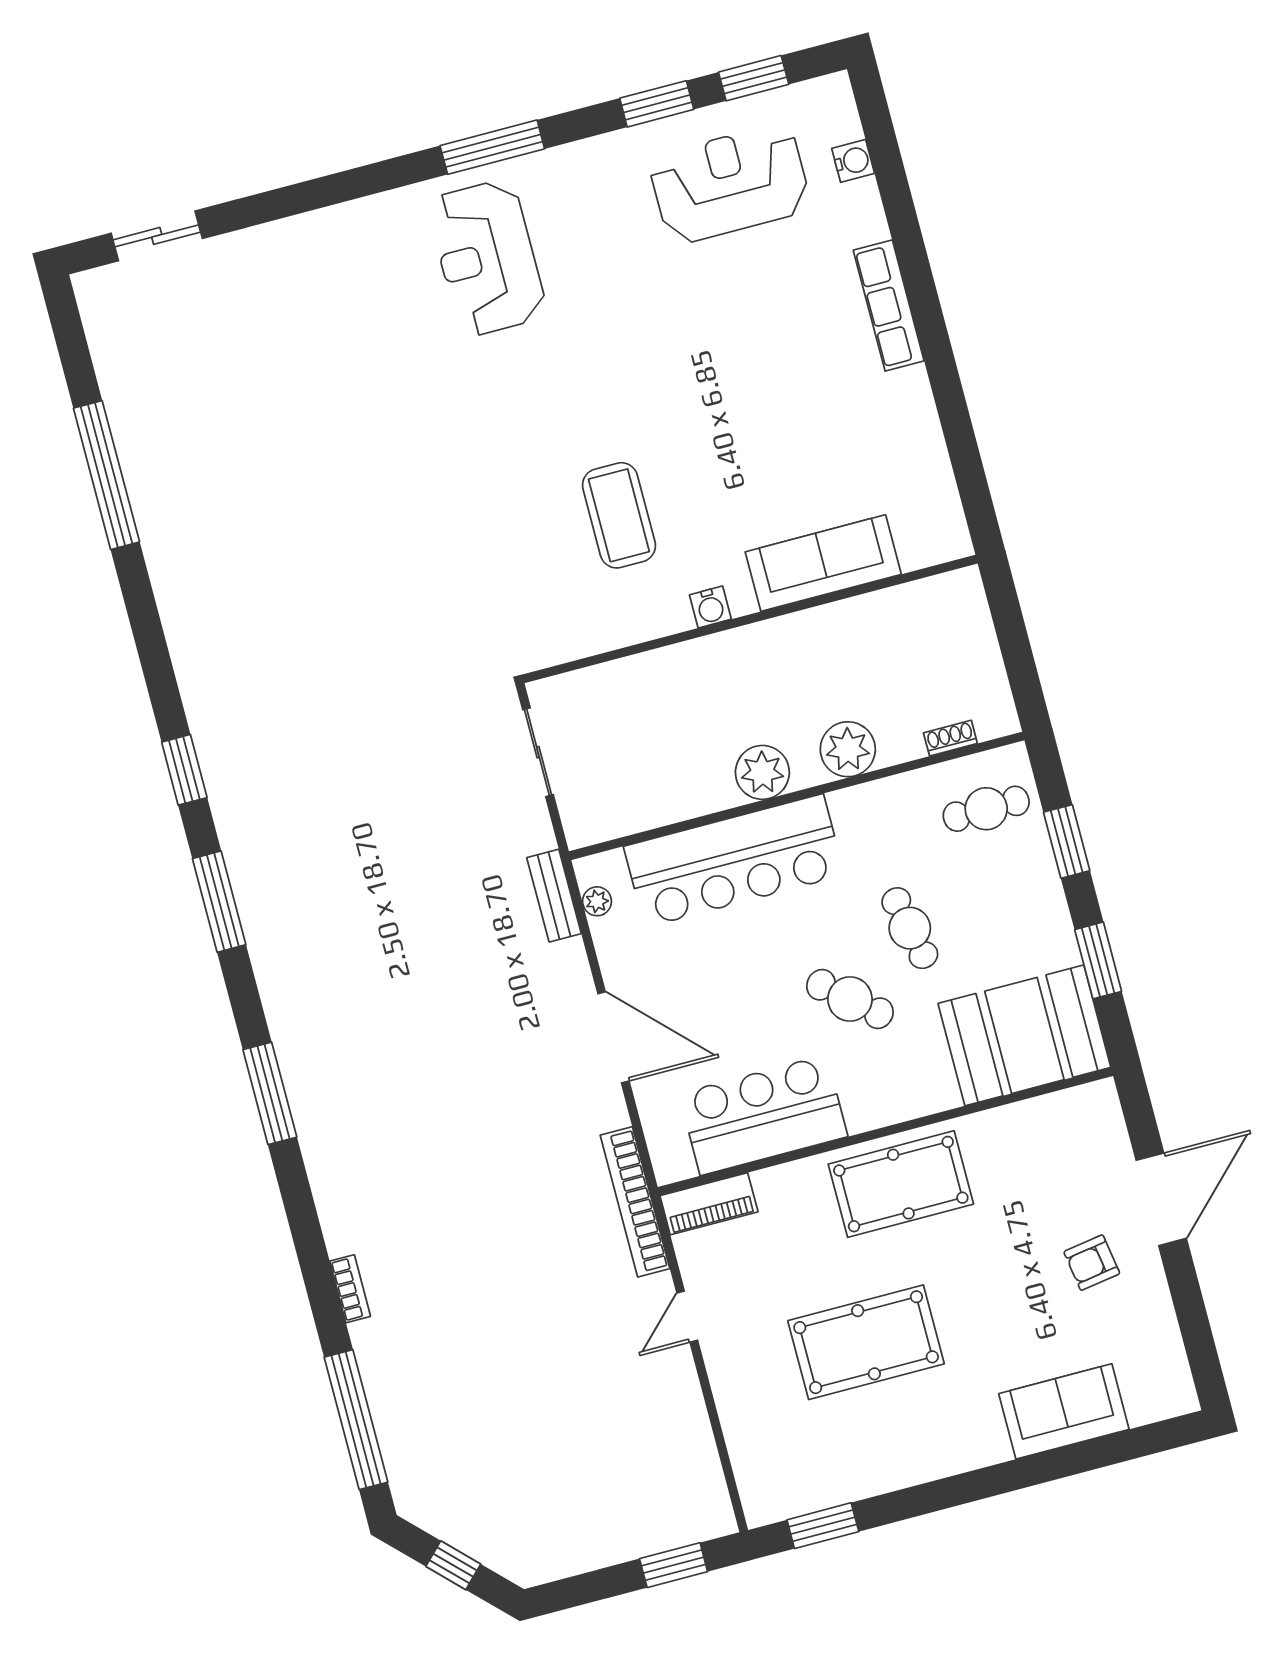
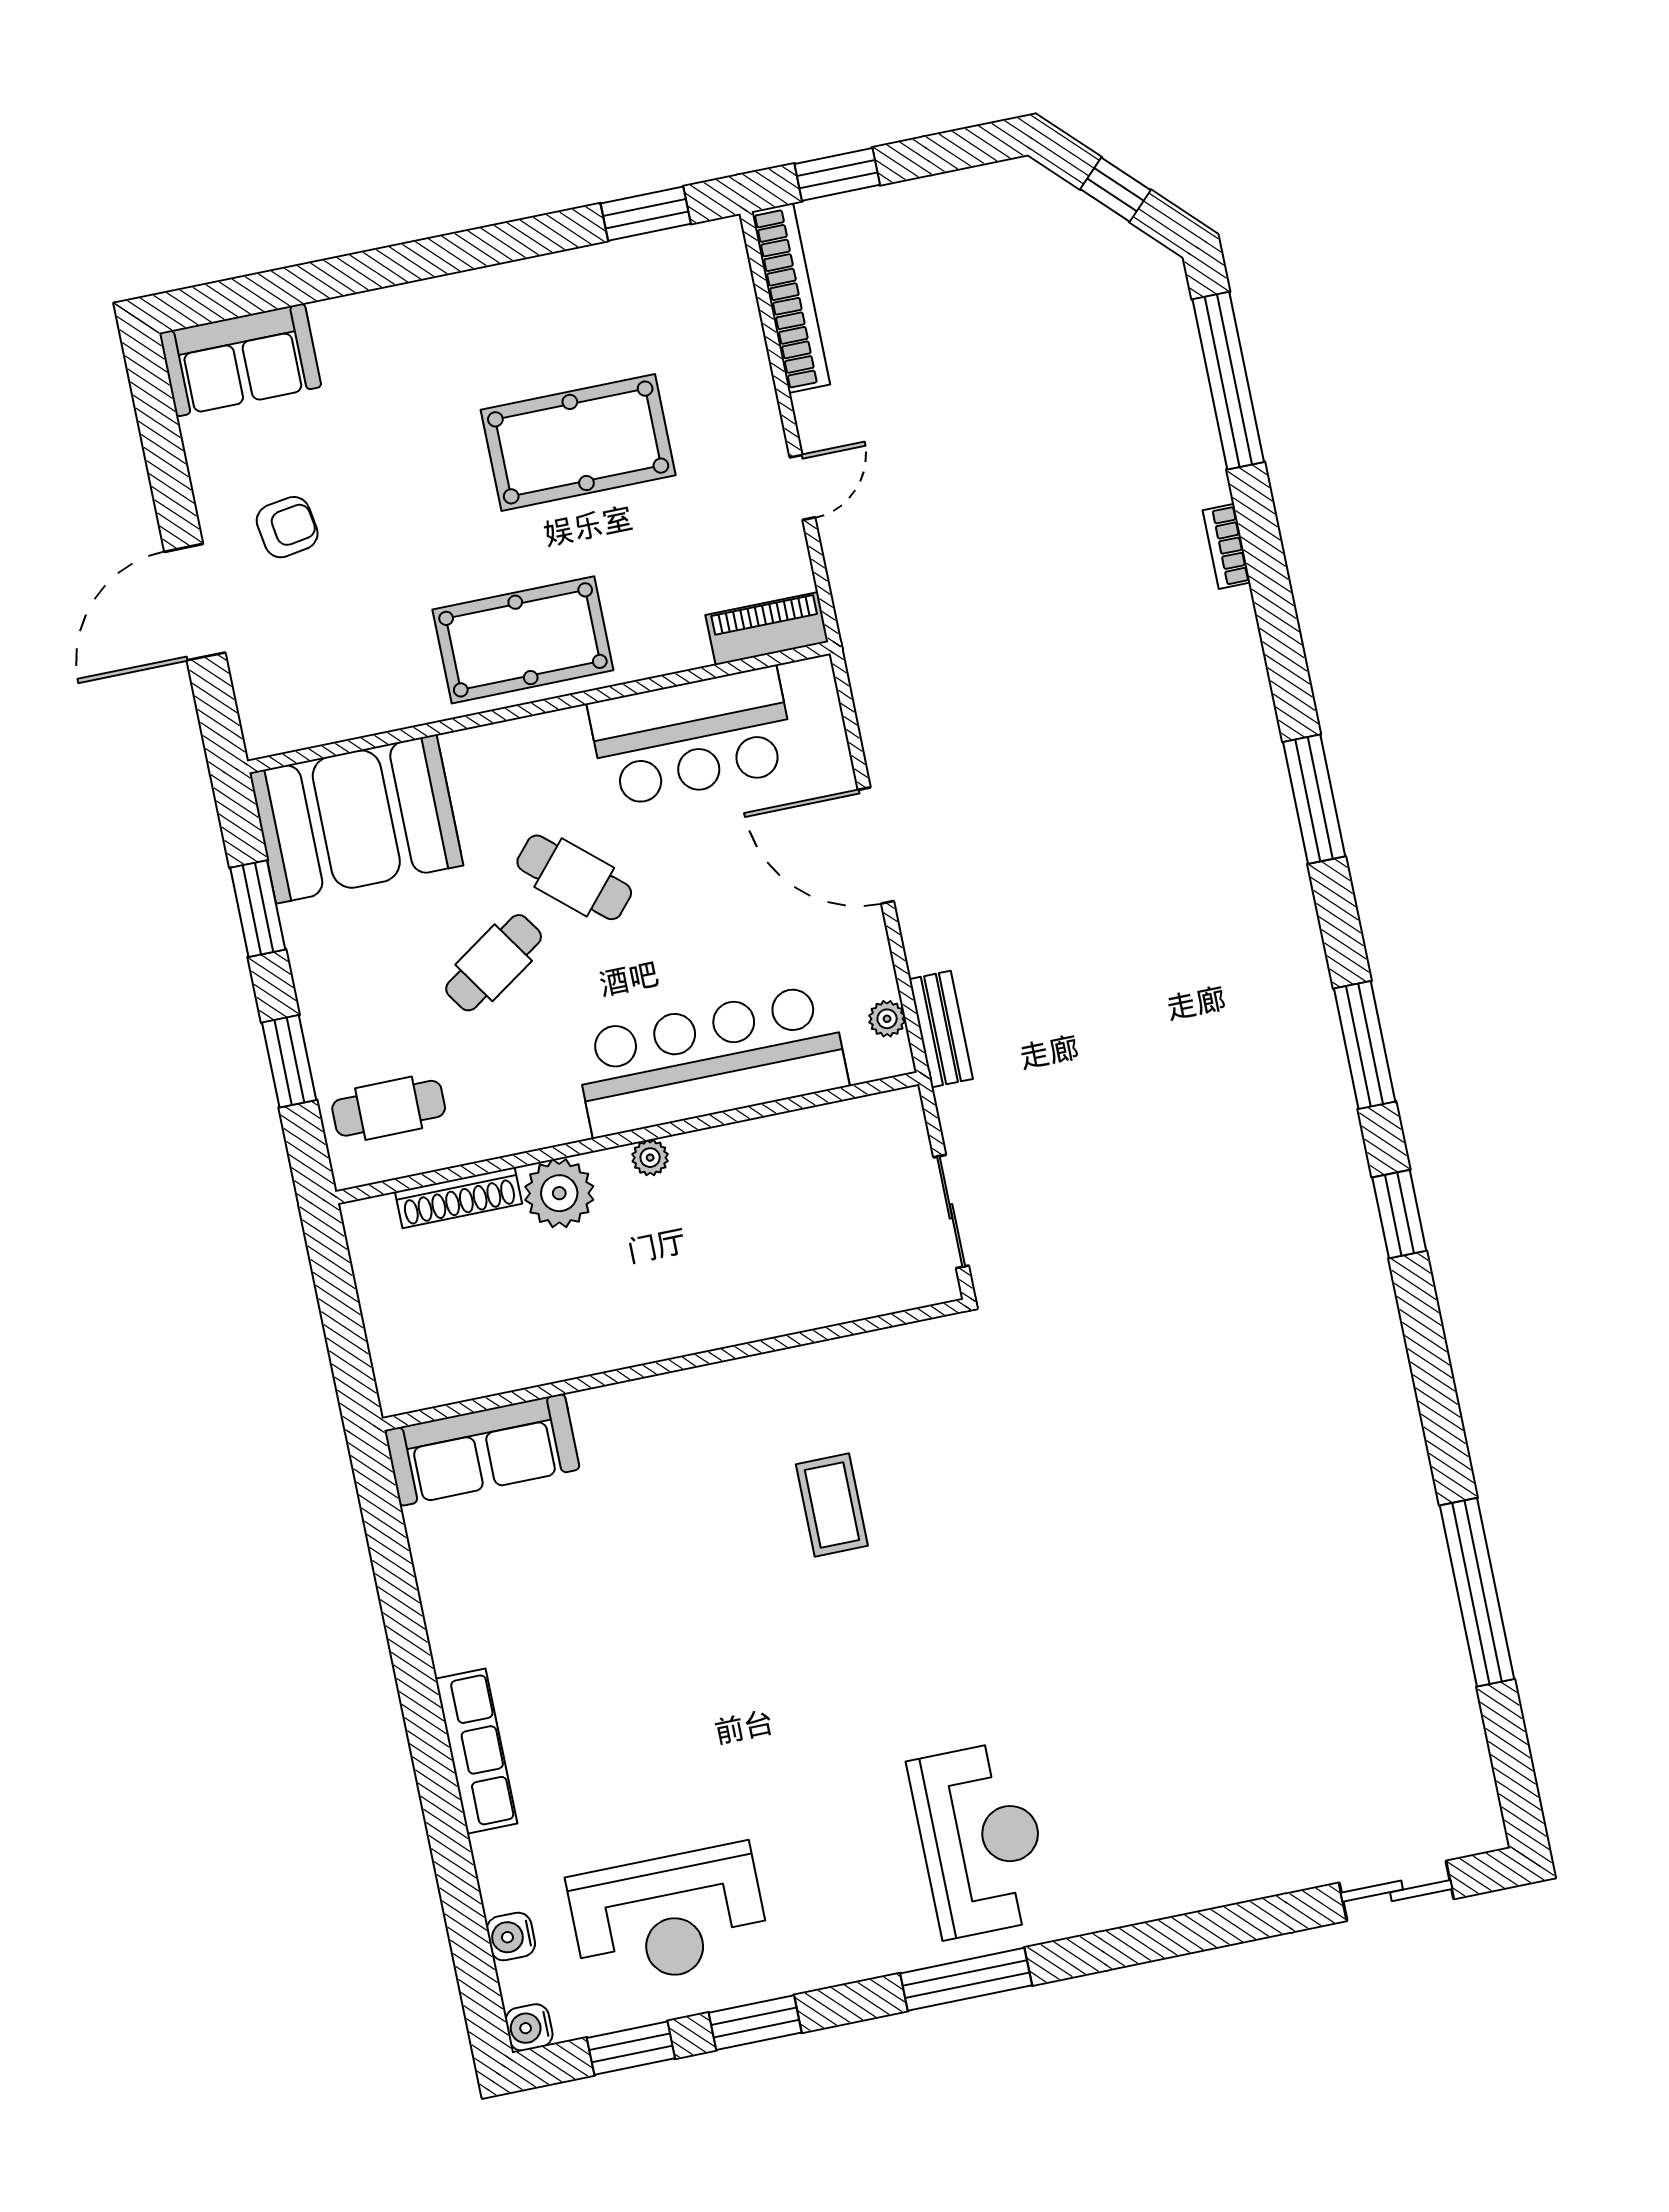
coffee table: (619, 515) -> (832, 1505), width x0.73, depth x0.76
sofa: (823, 563) -> (482, 1450), moved
water cooler: (710, 607) -> (529, 2027), moved, turned -90
shoe rack: (950, 738) -> (459, 1198), width x1.94, depth x1.24
plant: (762, 772) -> (650, 1158), width x0.53, depth x0.53
cafe table: (910, 928) -> (494, 963), turned 68
bookcase: (635, 1202) -> (791, 298), moved
sofa: (1064, 1411) -> (240, 360), moved

